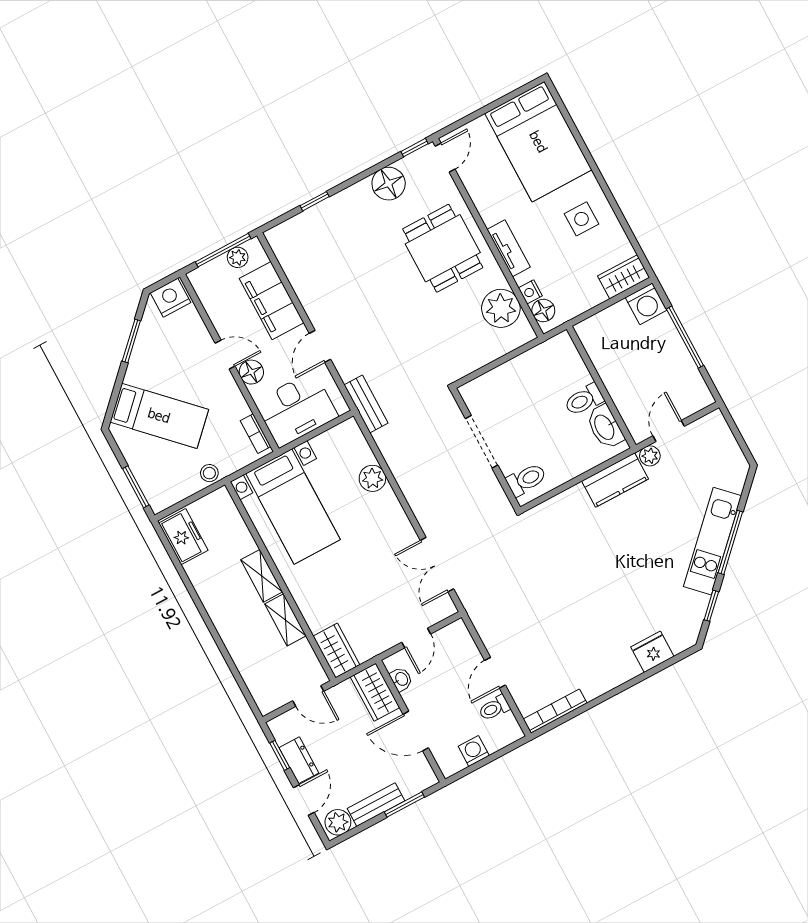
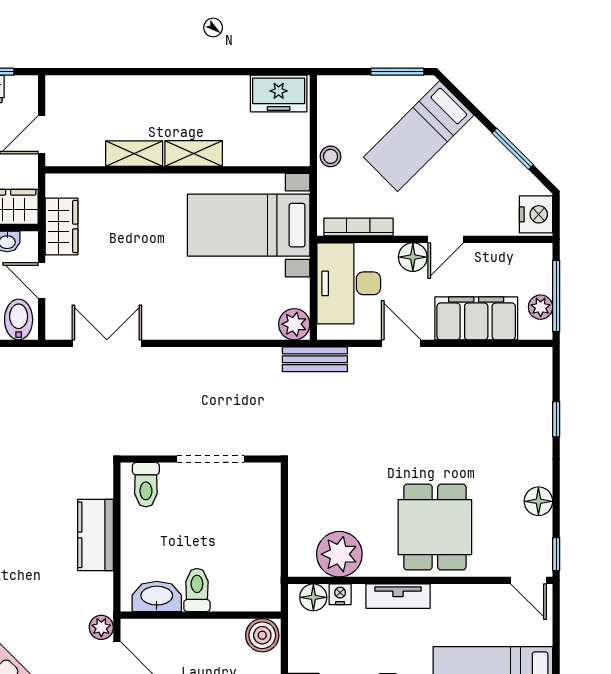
floor lamp: (389, 184) -> (538, 501), width x0.73, depth x0.73
dining table: (443, 248) -> (435, 527), turned 90
boiler: (592, 333) -> (262, 635), added
bookcase: (256, 434) -> (358, 227), width x1.56
plant: (372, 478) -> (294, 324), moved
kitchen counter: (615, 480) -> (96, 535), moved
window: (136, 487) -> (397, 72), moved
bidet: (454, 640) -> (19, 320), added
wardrobe: (336, 651) -> (62, 227), moved, turned -90

